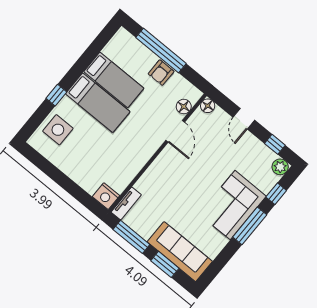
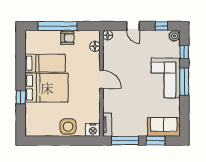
armchair: (161, 73) -> (67, 38), turned -90
bed: (98, 103) -> (47, 88), width x1.50
side table: (58, 130) -> (68, 127), moved
door: (175, 131) -> (101, 79), moved
sofa: (180, 252) -> (164, 127), width x0.73

